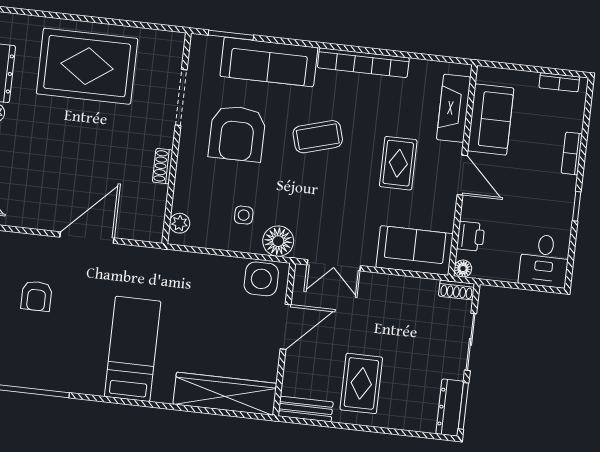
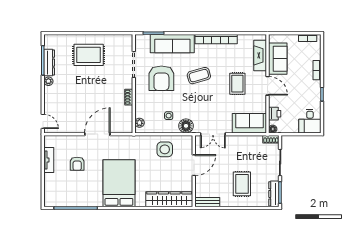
rug: (87, 66) -> (89, 55), width x0.73, depth x0.69
side table: (261, 279) -> (165, 149), moved
bed: (133, 349) -> (119, 183), width x1.50
rug: (361, 383) -> (242, 184), moved

